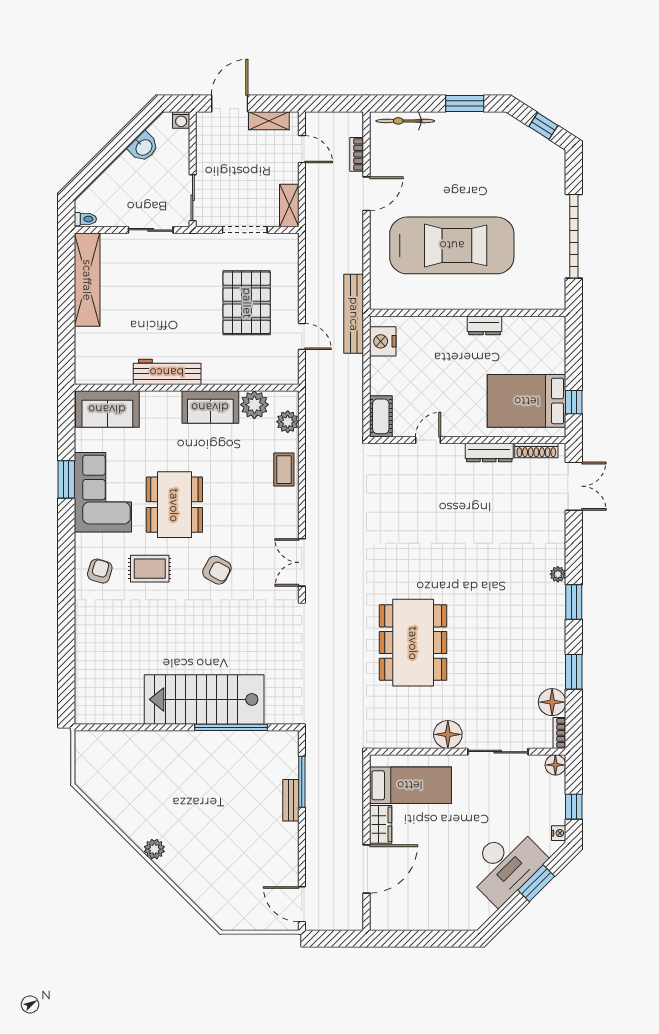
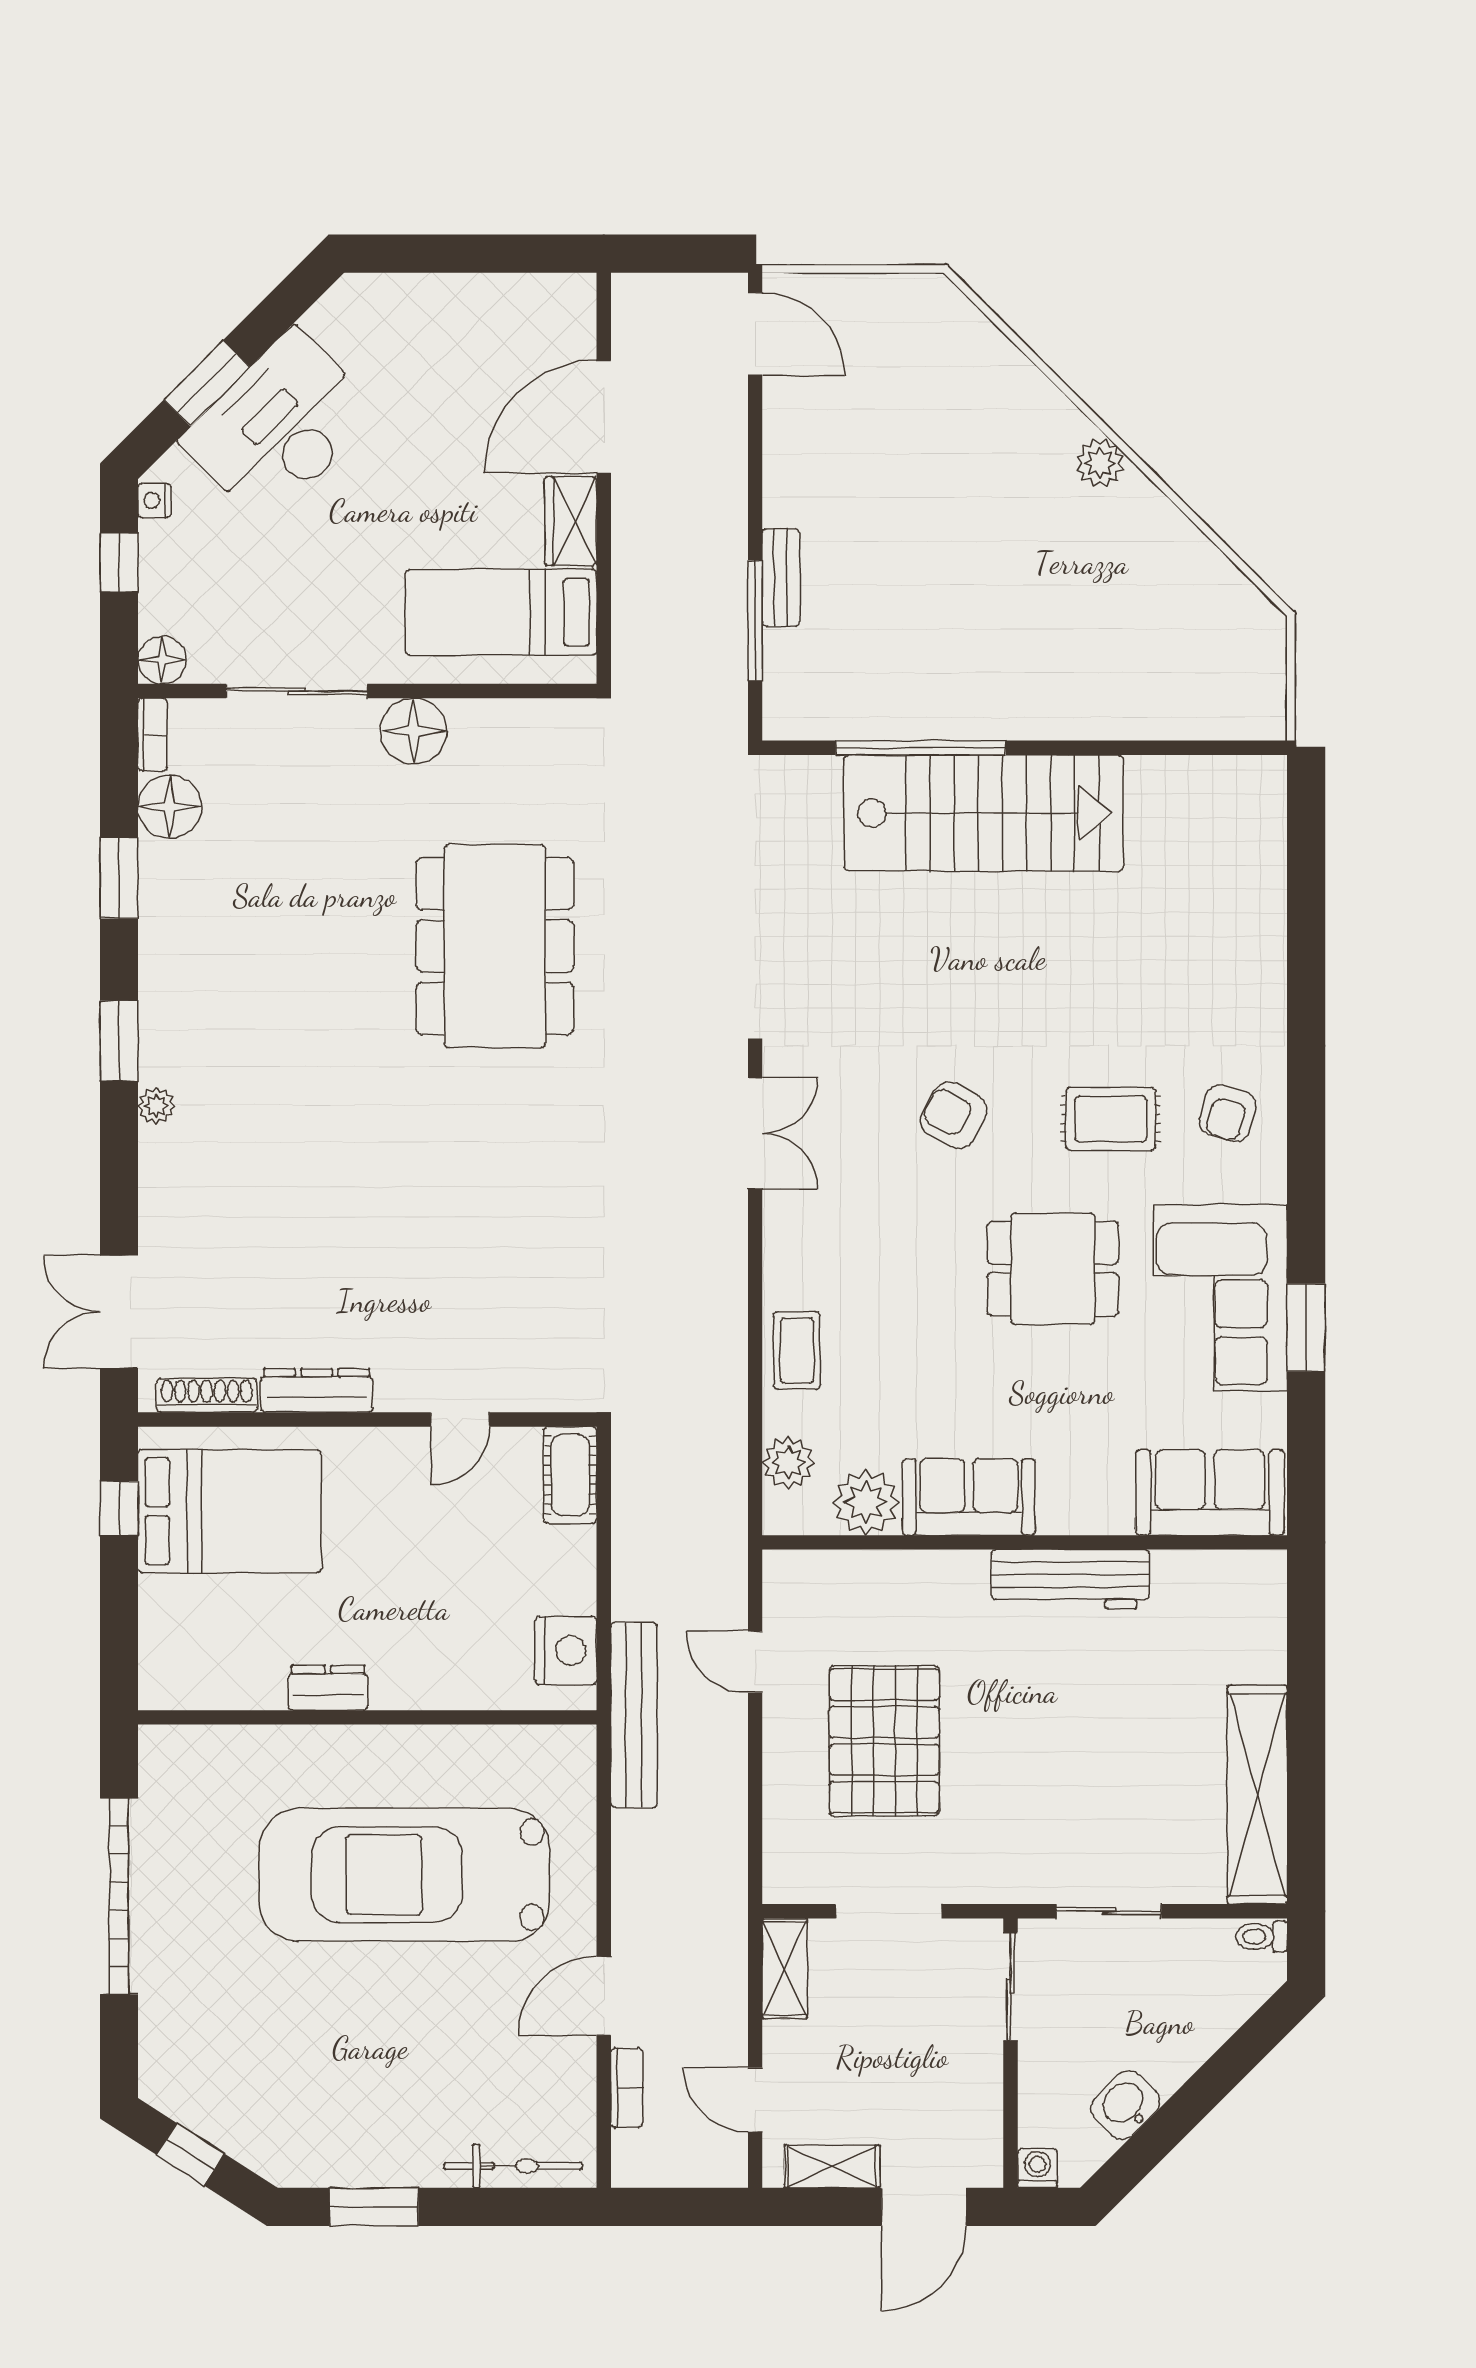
dining table: (174, 505) -> (1053, 1269), width x0.73

